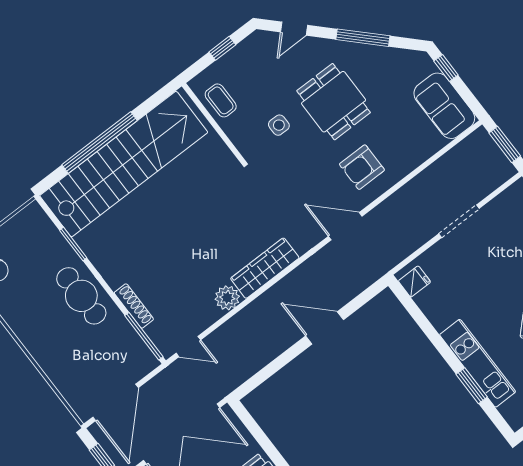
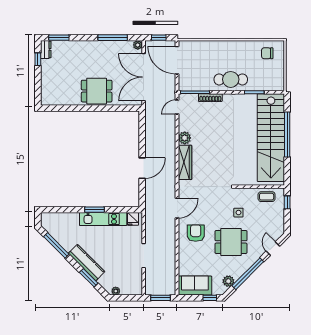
window: (363, 38) -> (248, 274), width x1.46
window: (222, 48) -> (287, 202), moved
plant: (398, 59) -> (228, 281), added
kitchen unit: (478, 363) -> (103, 219), moved
window: (472, 386) -> (95, 210), moved

